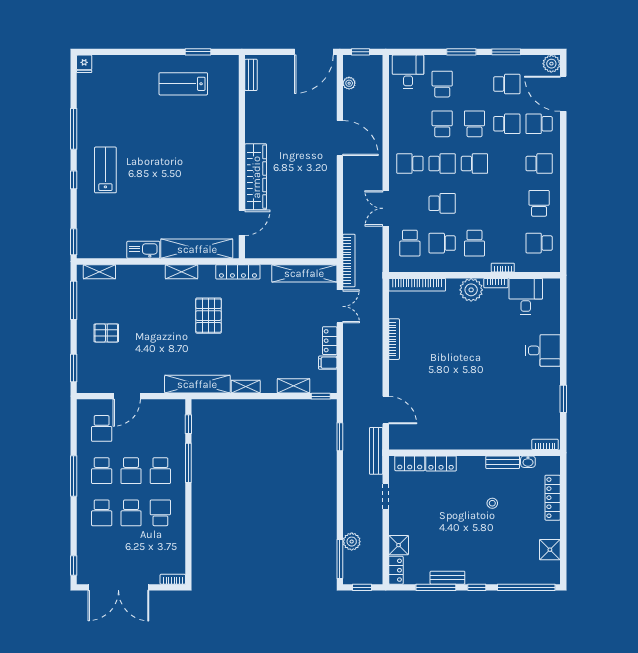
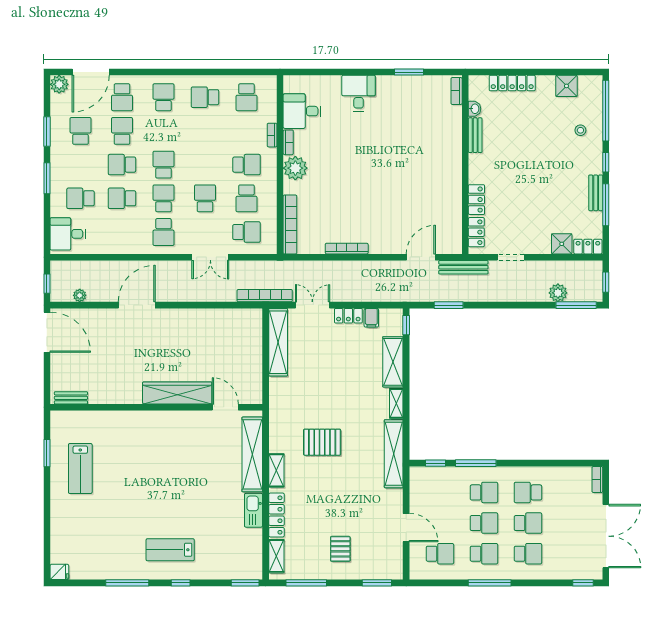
locker: (238, 272) -> (276, 515), moved
shelving: (294, 386) -> (393, 362), width x1.50, depth x1.33
stool: (492, 503) -> (580, 130), moved

